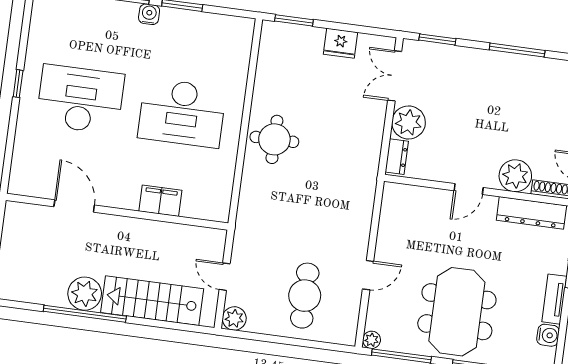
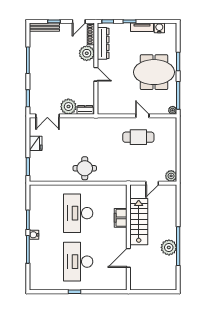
desk: (182, 113) -> (78, 213), turned 180
cafe table: (305, 296) -> (138, 137), moved
stairs: (152, 301) -> (139, 222), moved, turned 180

